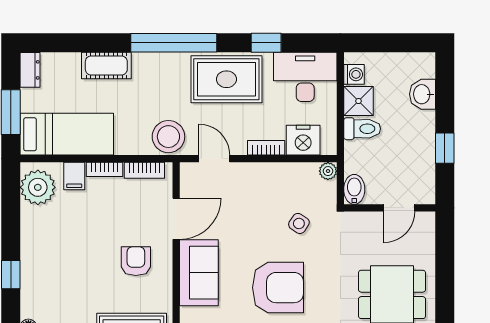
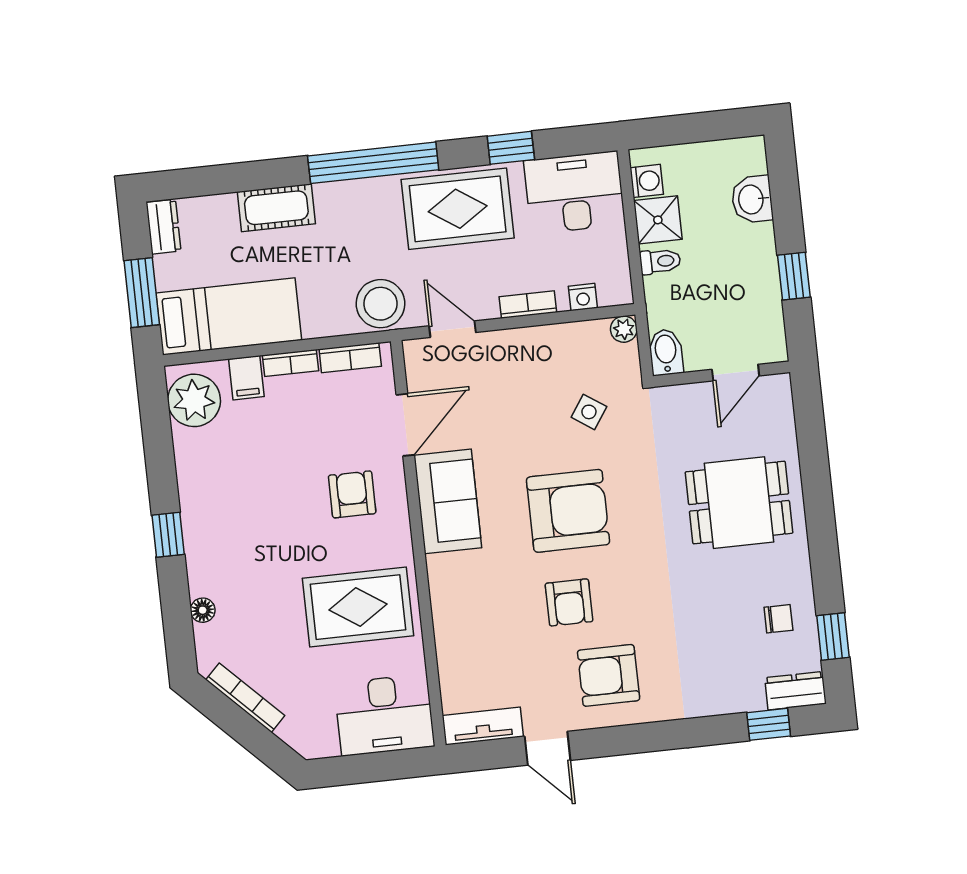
toilet: (362, 129) -> (660, 261), width x0.73, depth x0.72
nightstand: (303, 140) -> (583, 297), width x0.53, depth x0.56

